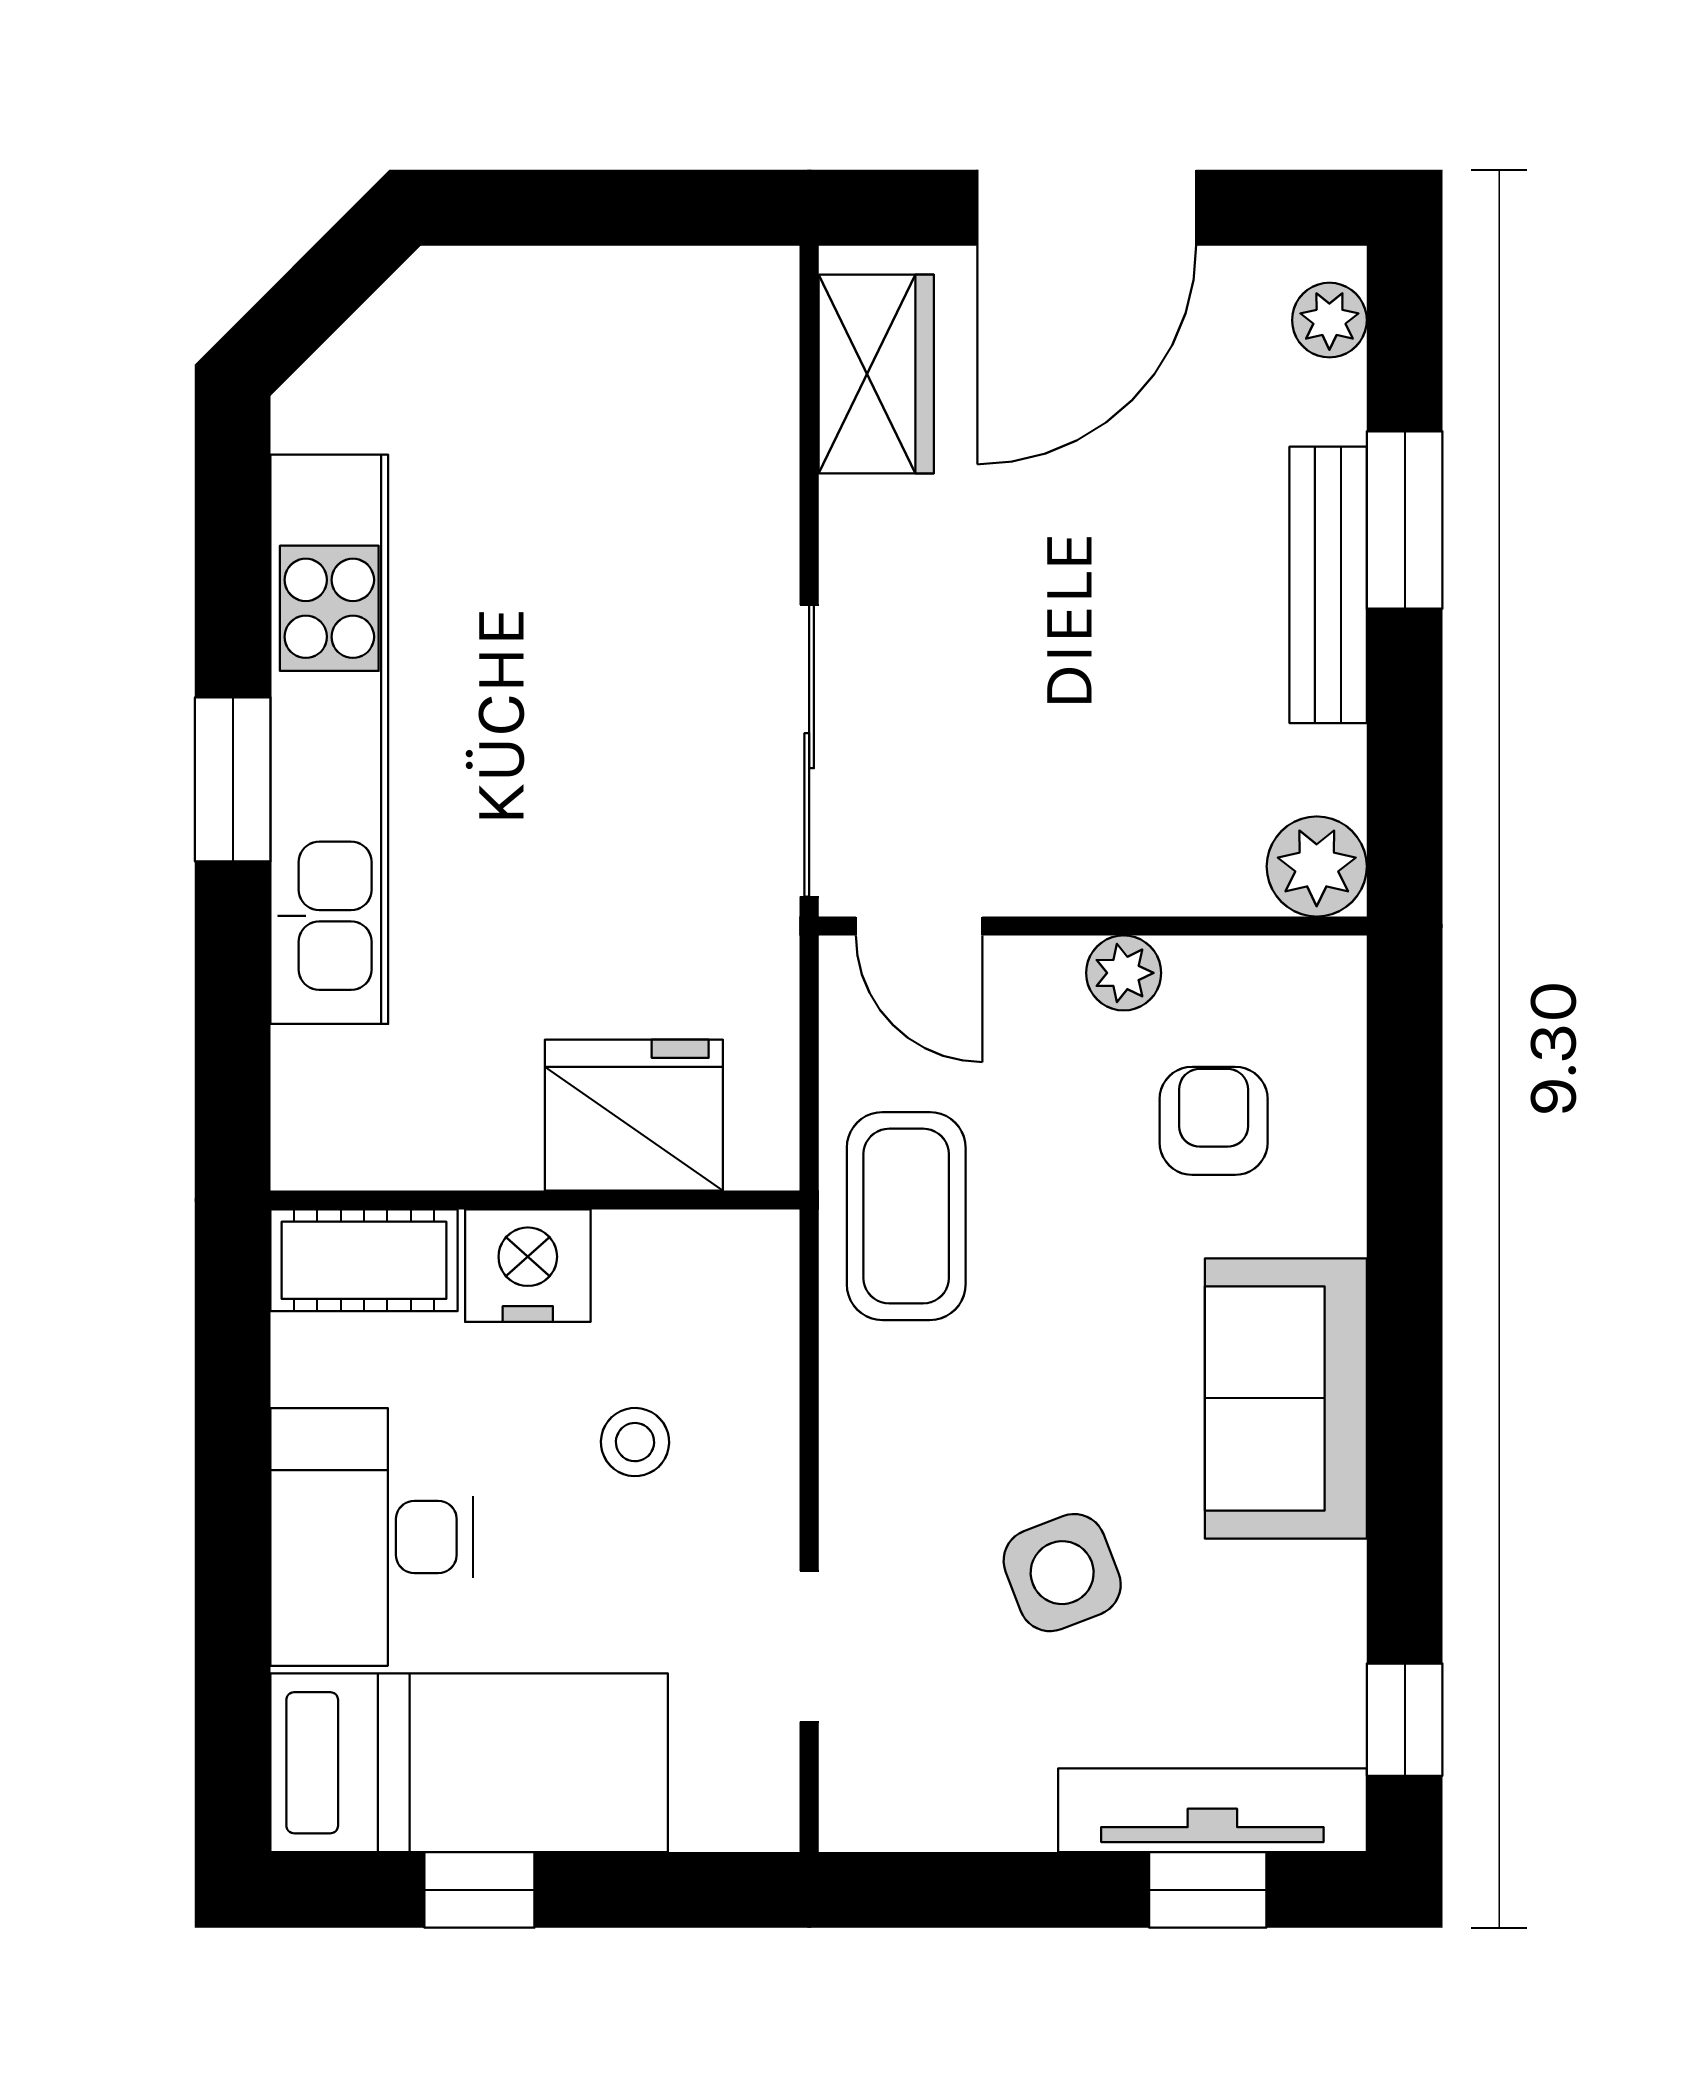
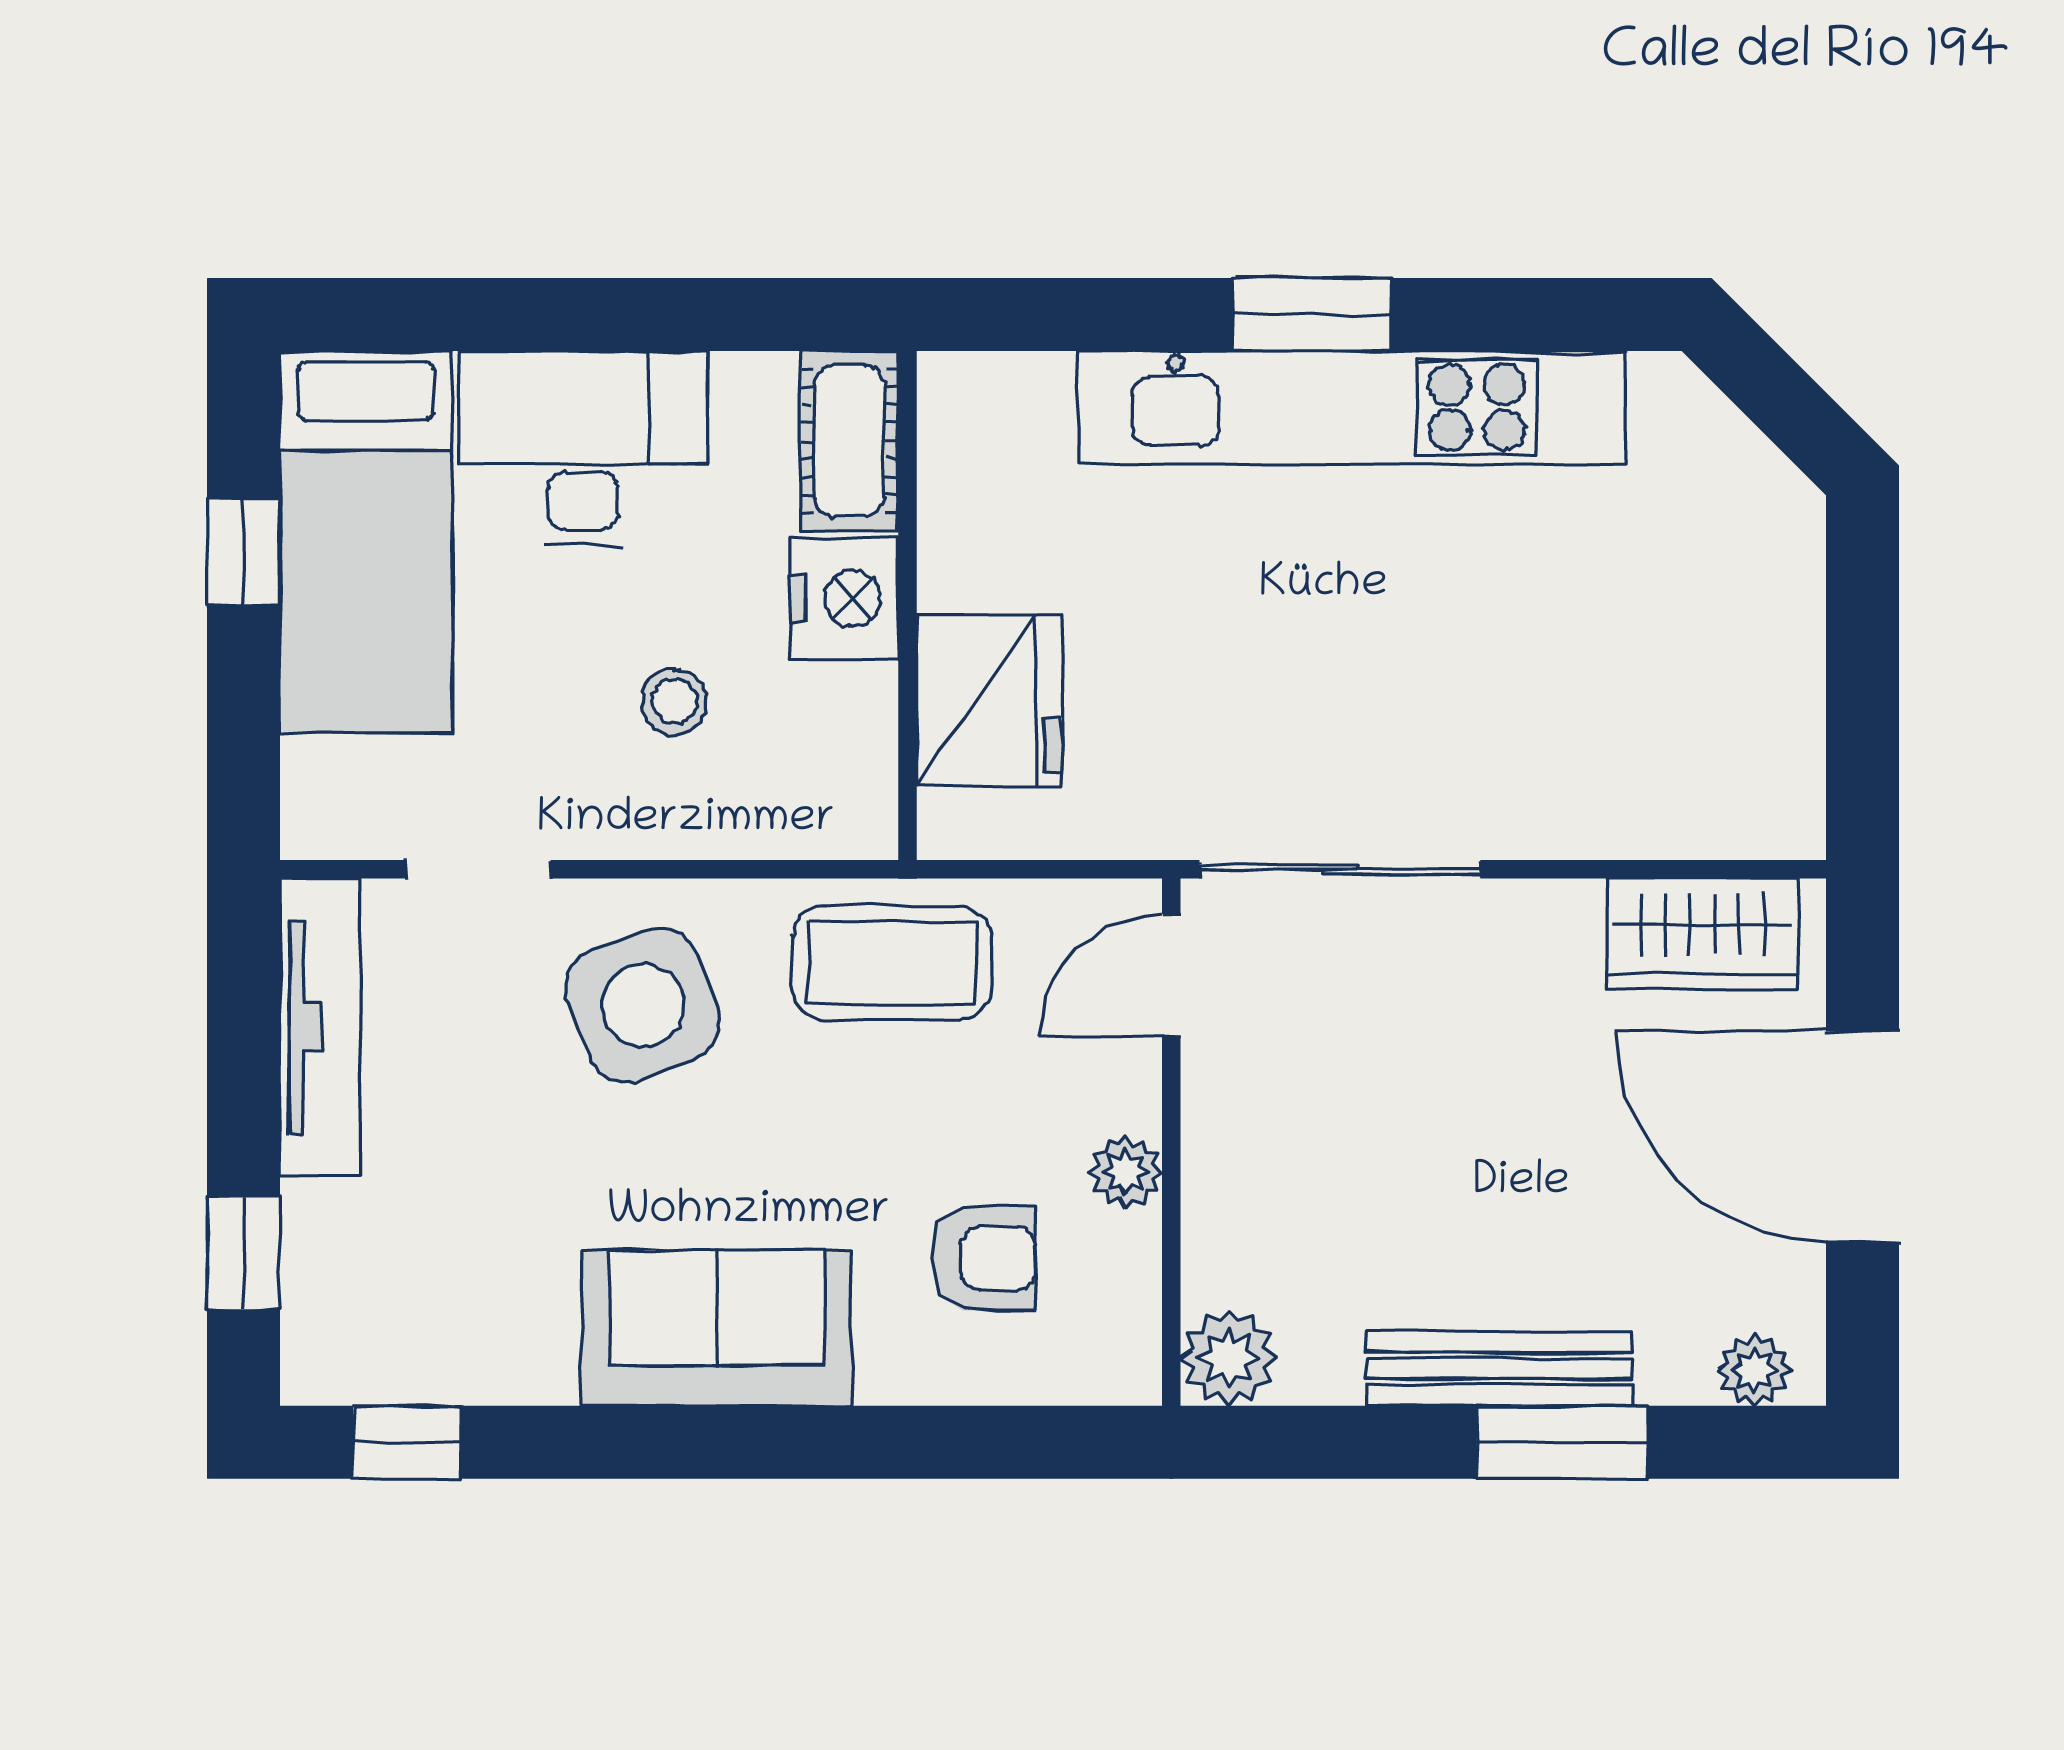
side table: (1062, 1573) -> (643, 1005), moved, width x1.37, depth x1.37
tv unit: (1212, 1810) -> (320, 1027), moved

